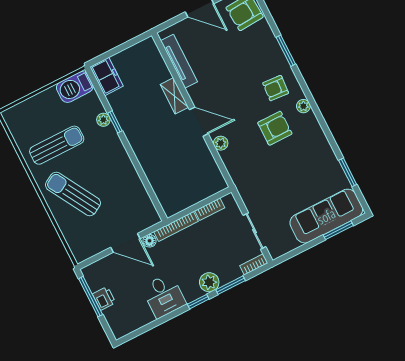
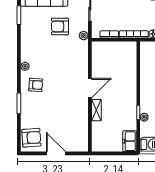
tv unit: (179, 61) -> (83, 129), removed
door: (199, 122) -> (90, 88), swing flipped
armchair: (275, 128) -> (60, 26), moved
plant: (221, 143) -> (84, 36), moved

